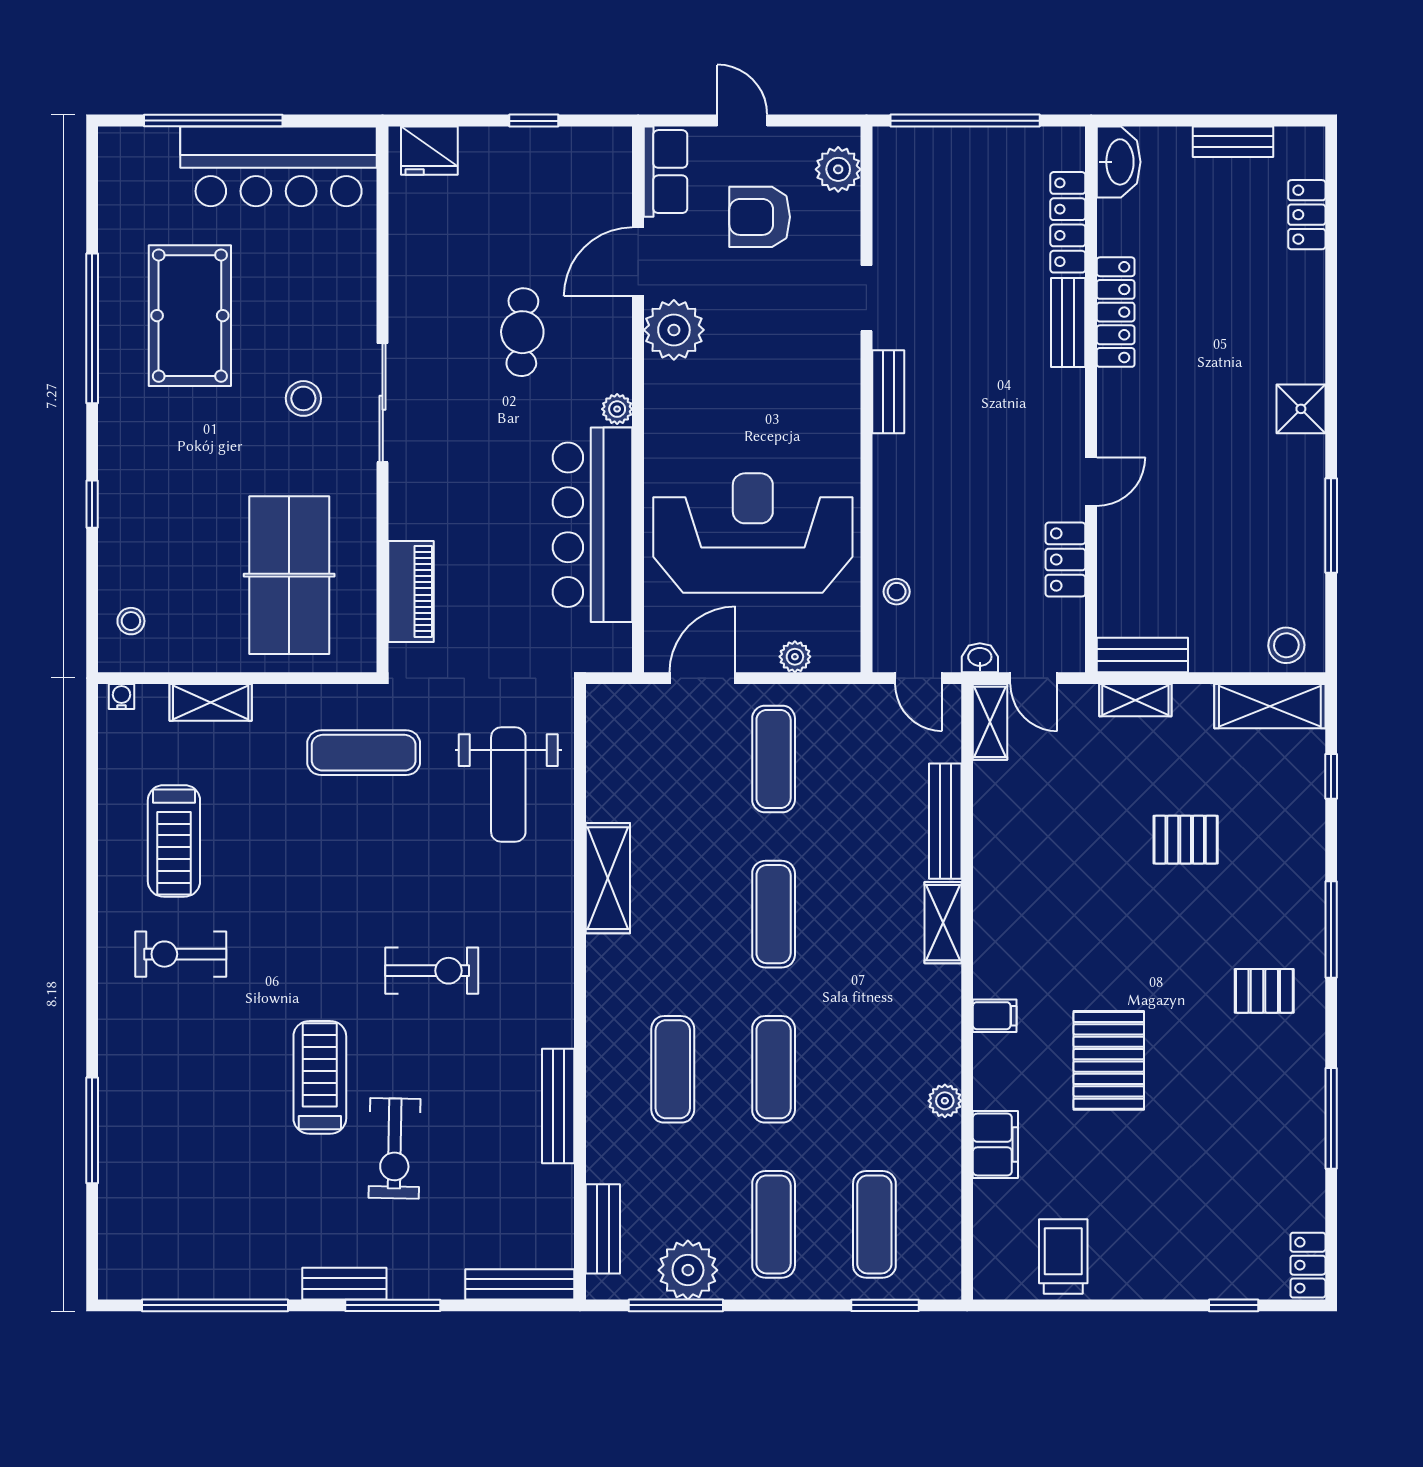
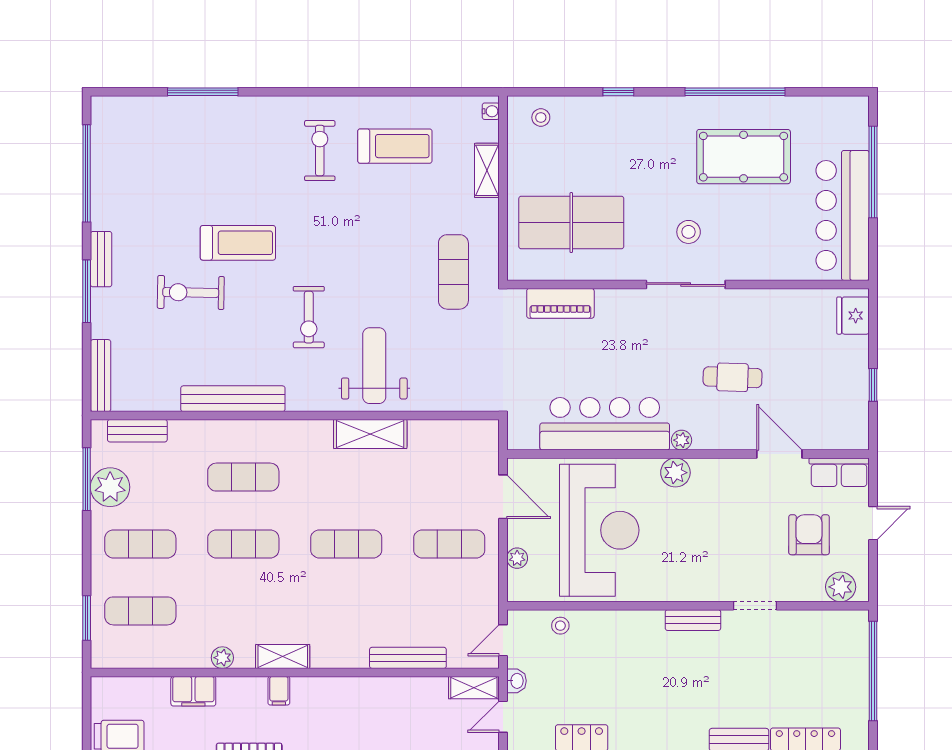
plant: (674, 330) -> (675, 473), moved, width x0.73, depth x0.73
weight bench: (508, 785) -> (374, 366), moved, turned 90
treadmill: (174, 841) -> (395, 146), turned 180
shelving: (943, 923) -> (283, 656), moved
bench: (558, 1106) -> (233, 399), width x1.37, depth x1.21

